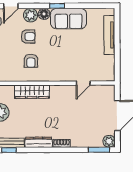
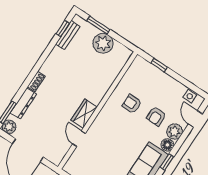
wardrobe: (32, 92) -> (84, 114), moved, width x0.67
dresser: (39, 142) -> (23, 103), moved

